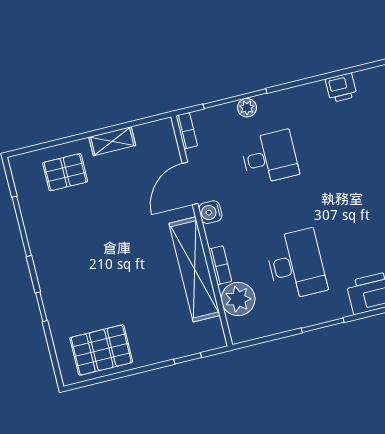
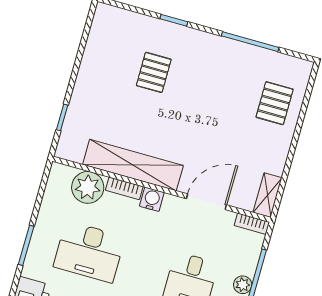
shelving: (112, 141) -> (267, 195), moved
door: (190, 183) -> (206, 202), hinge flipped
water cooler: (210, 212) -> (152, 199), moved
pallet: (101, 350) -> (154, 72), moved, width x0.67, depth x0.71

